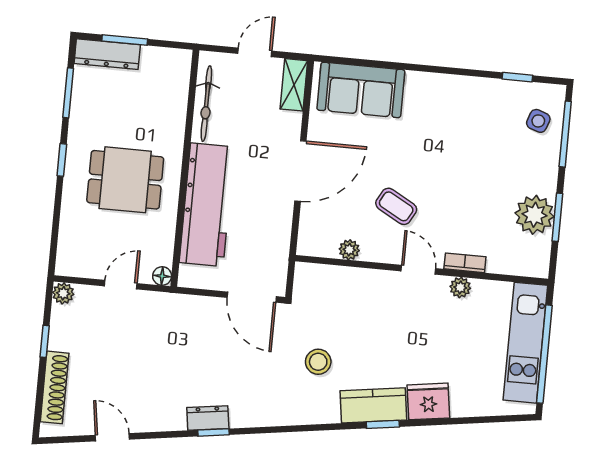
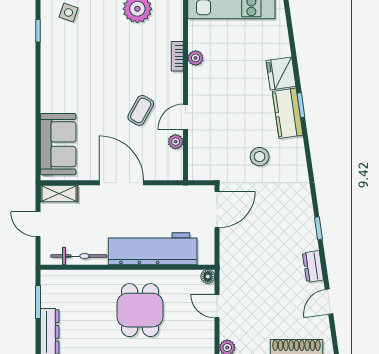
window: (125, 40) -> (38, 302), moved
door: (418, 270) -> (185, 117), moved
dresser: (208, 418) -> (313, 266), moved

